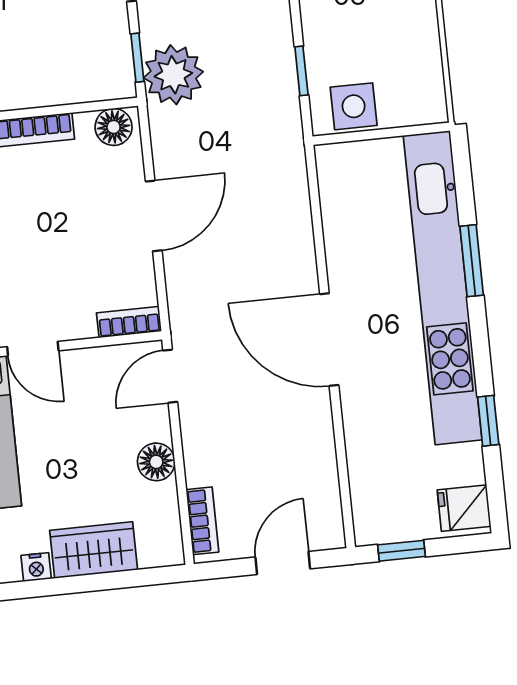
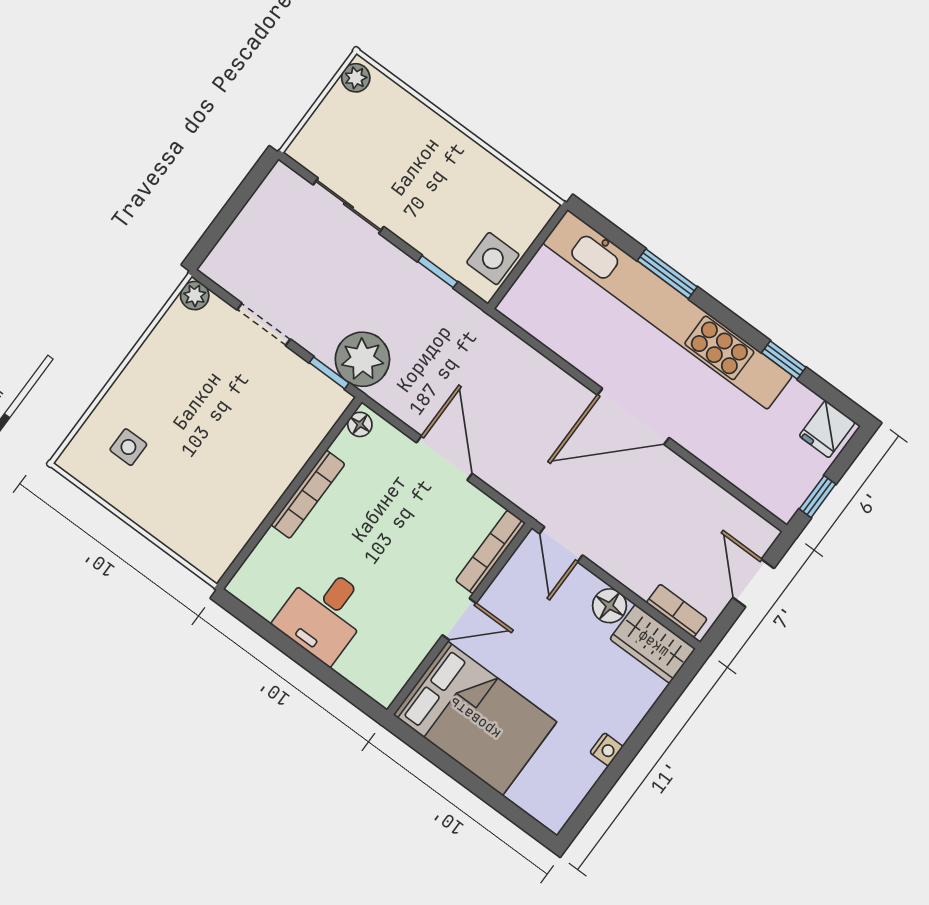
floor lamp: (114, 127) -> (360, 424), width x0.73, depth x0.73
bookcase: (129, 322) -> (490, 552), width x1.56
wardrobe: (94, 550) -> (653, 644), moved, turned -90

